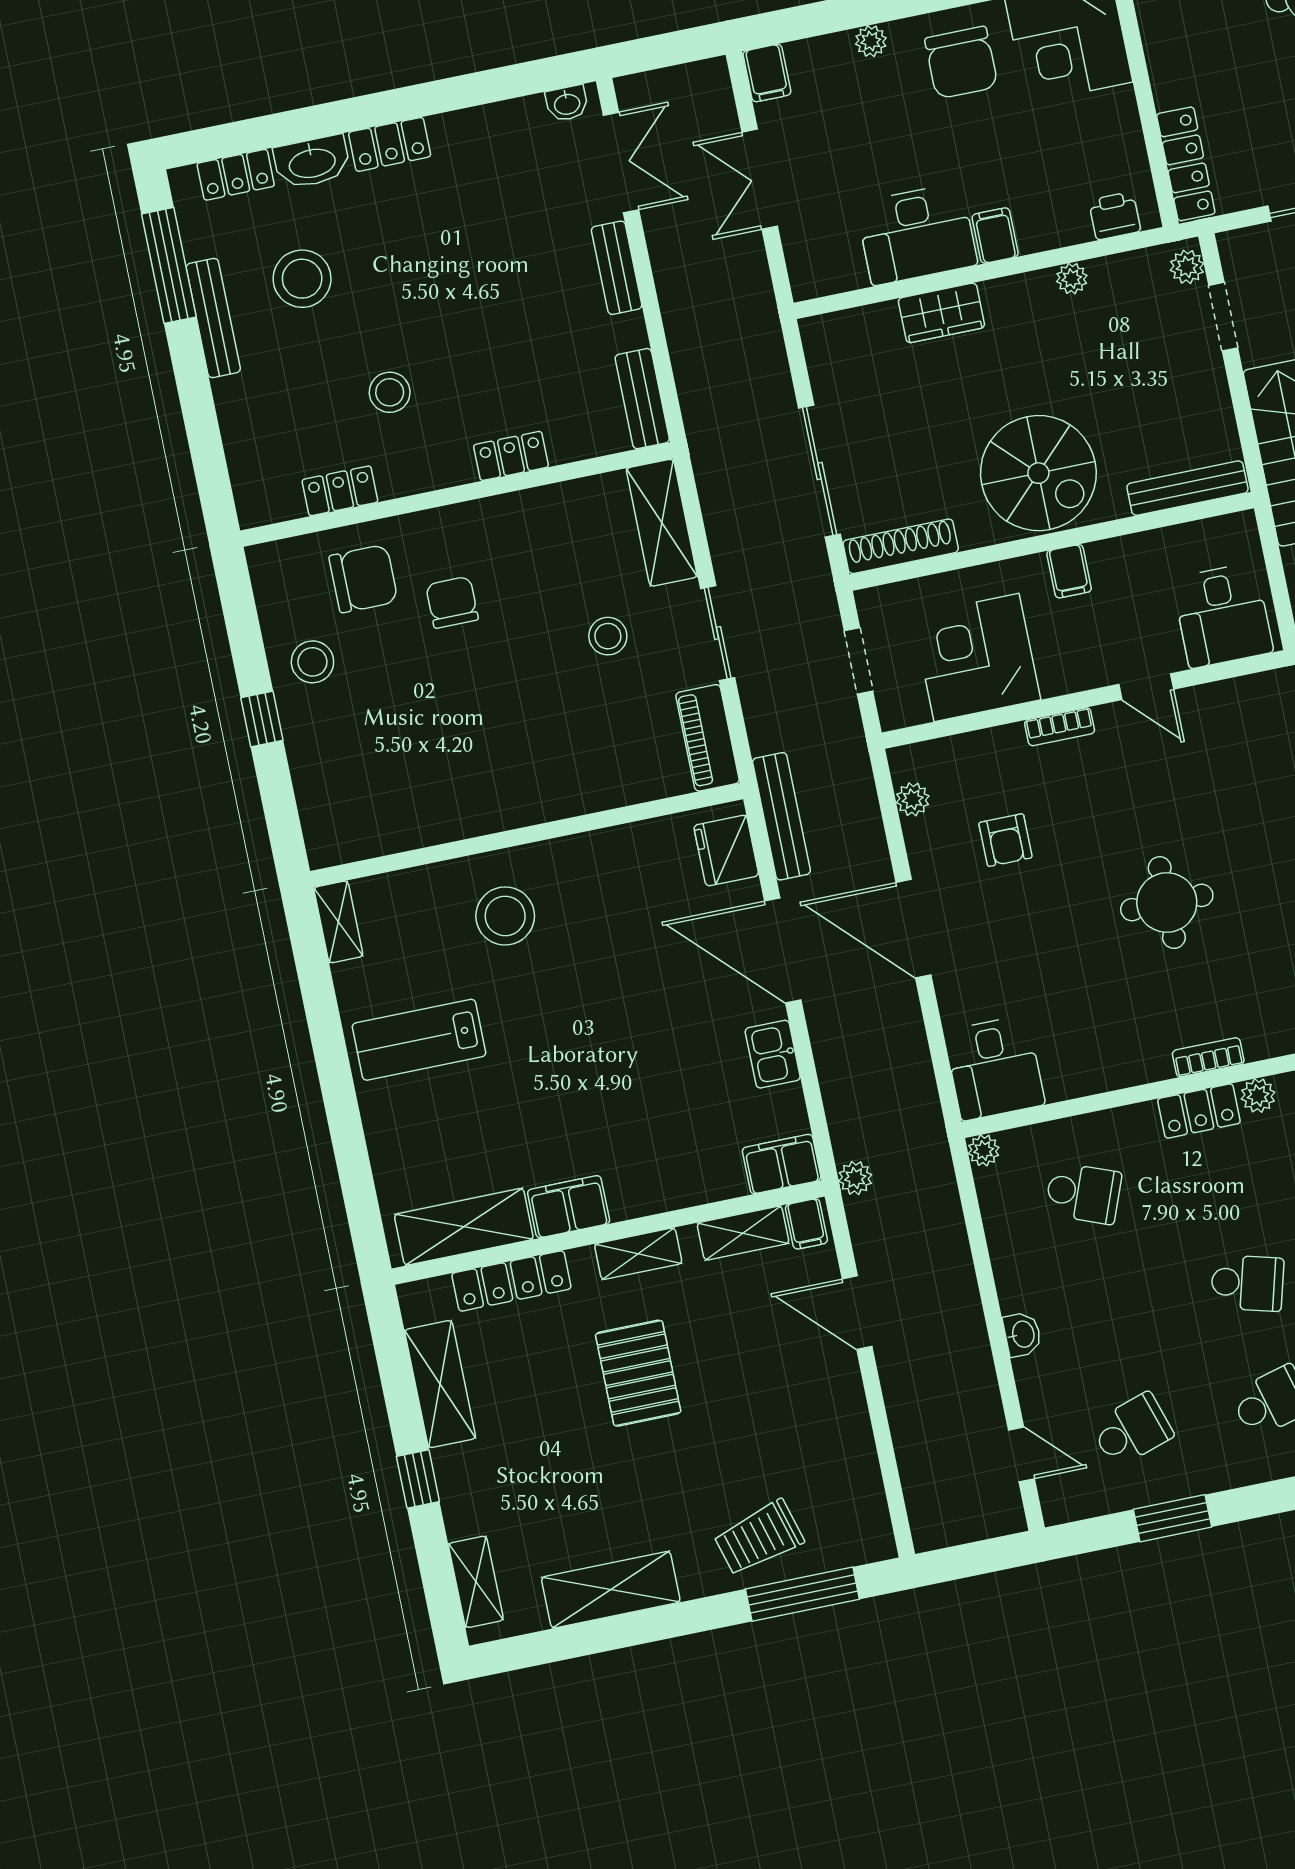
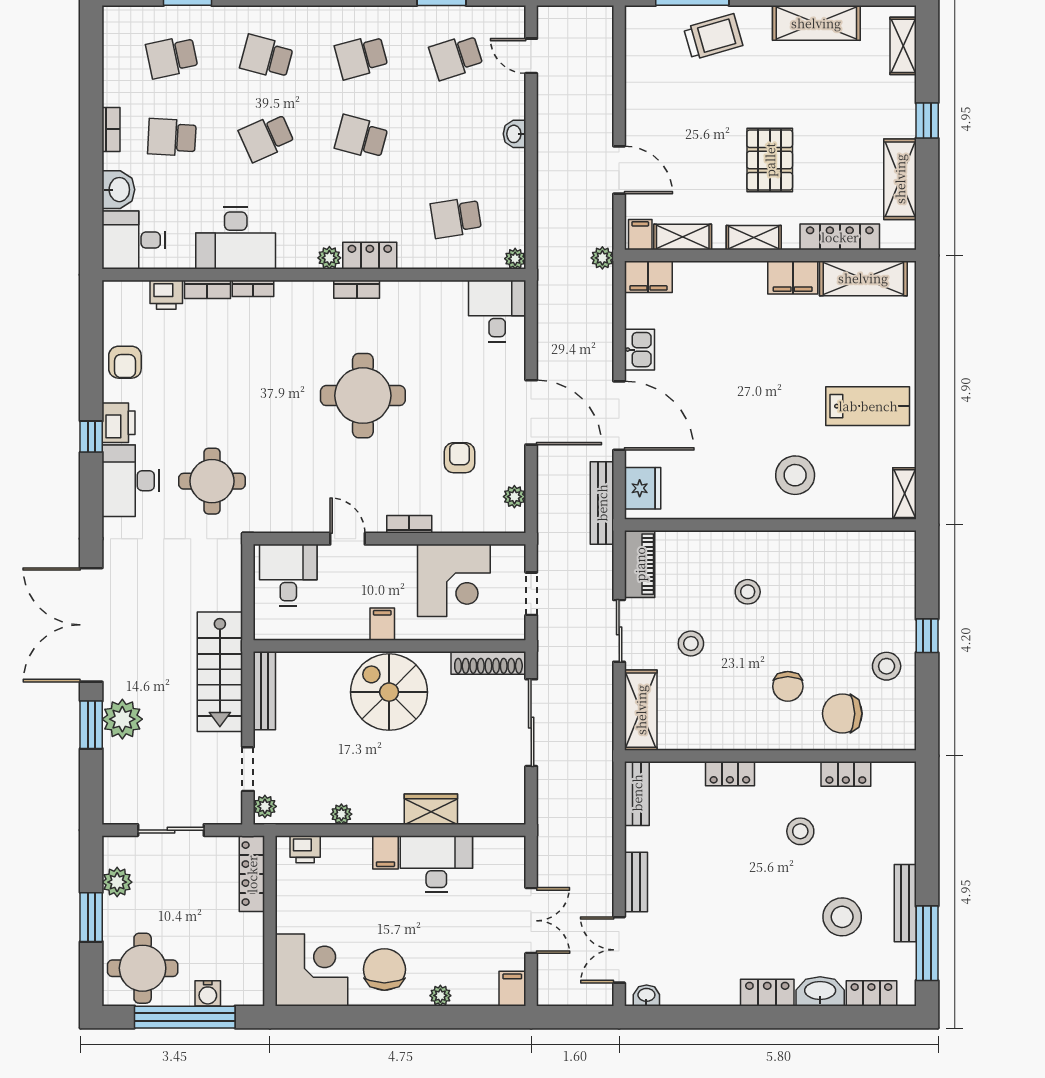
bench: (1187, 488) -> (264, 691), moved, turned 90
stool: (540, 730) -> (748, 592), added
round table: (1167, 903) -> (363, 396), width x1.36, depth x1.36
school desk: (1083, 1193) -> (456, 218), turned -30

